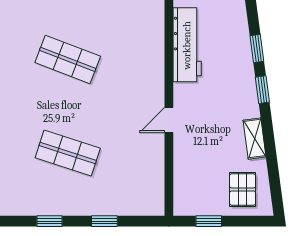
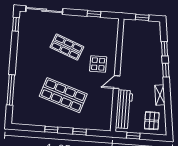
workbench: (187, 45) -> (124, 109), moved
display table: (131, 88) -> (98, 64), added
shop shelf: (68, 153) -> (63, 95), width x1.43, depth x1.36

